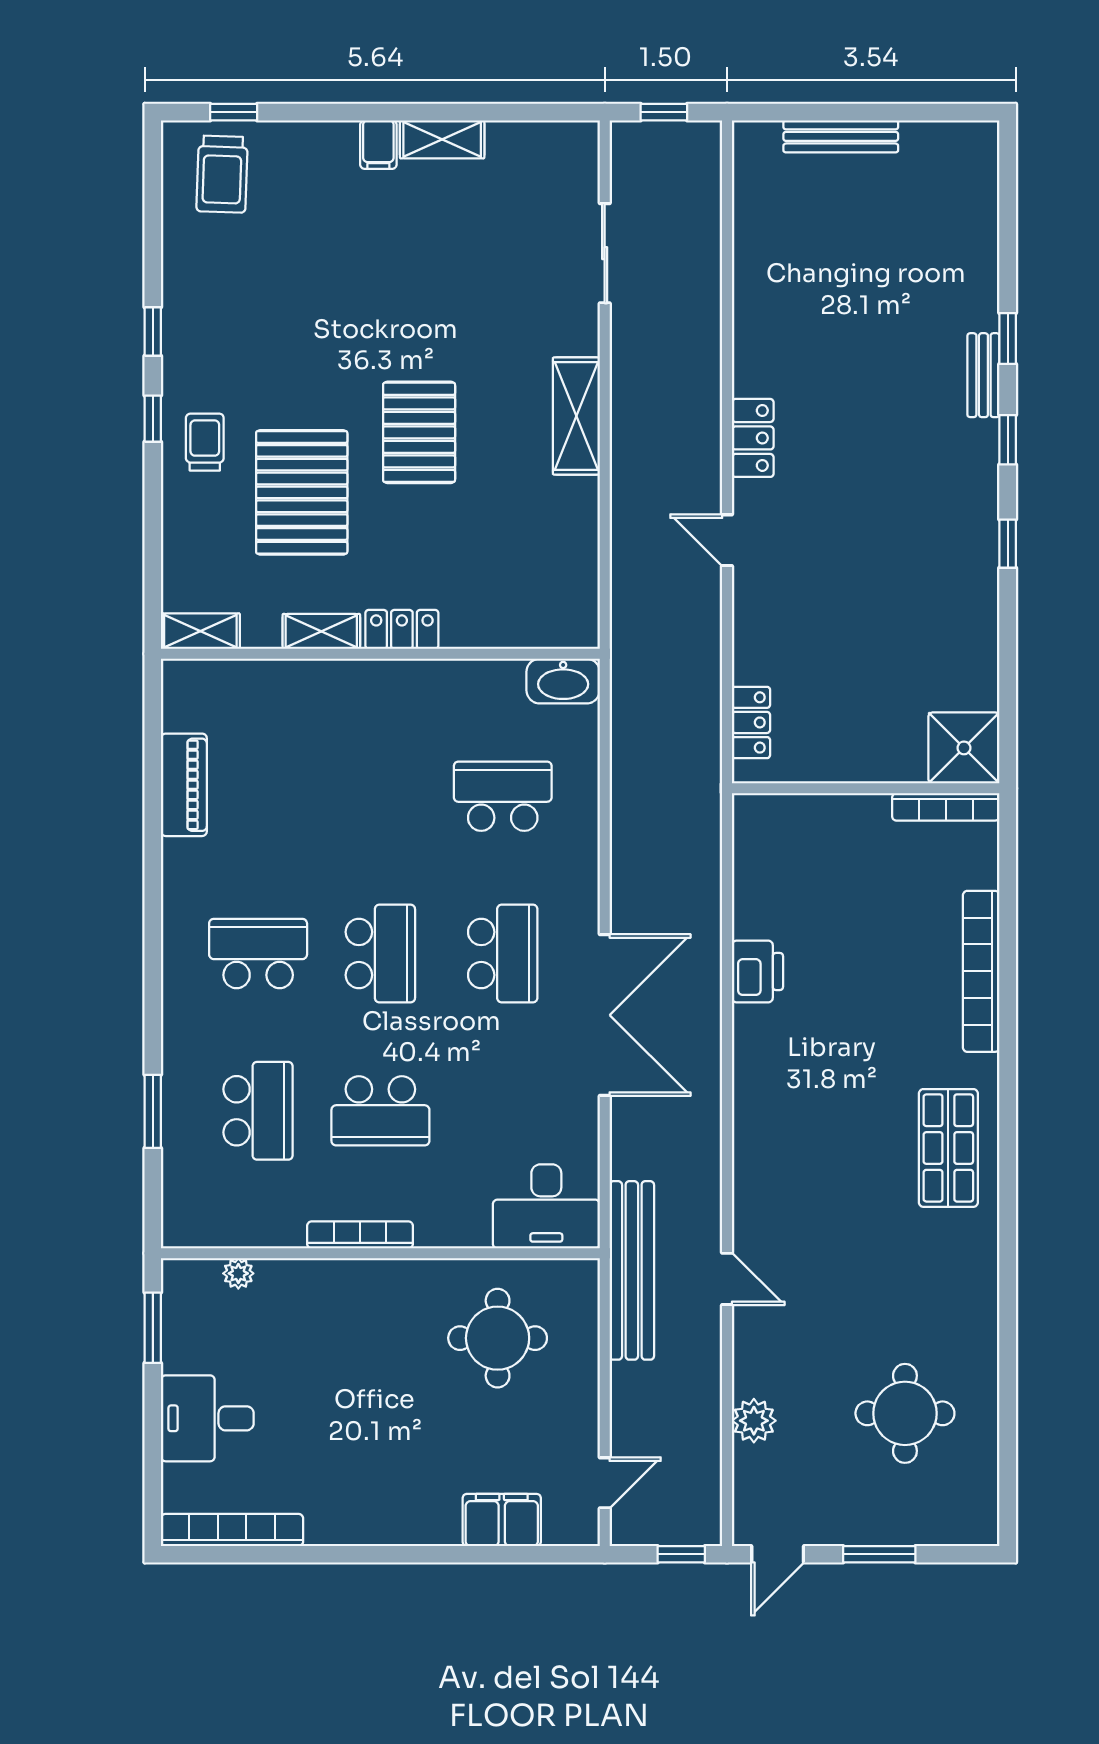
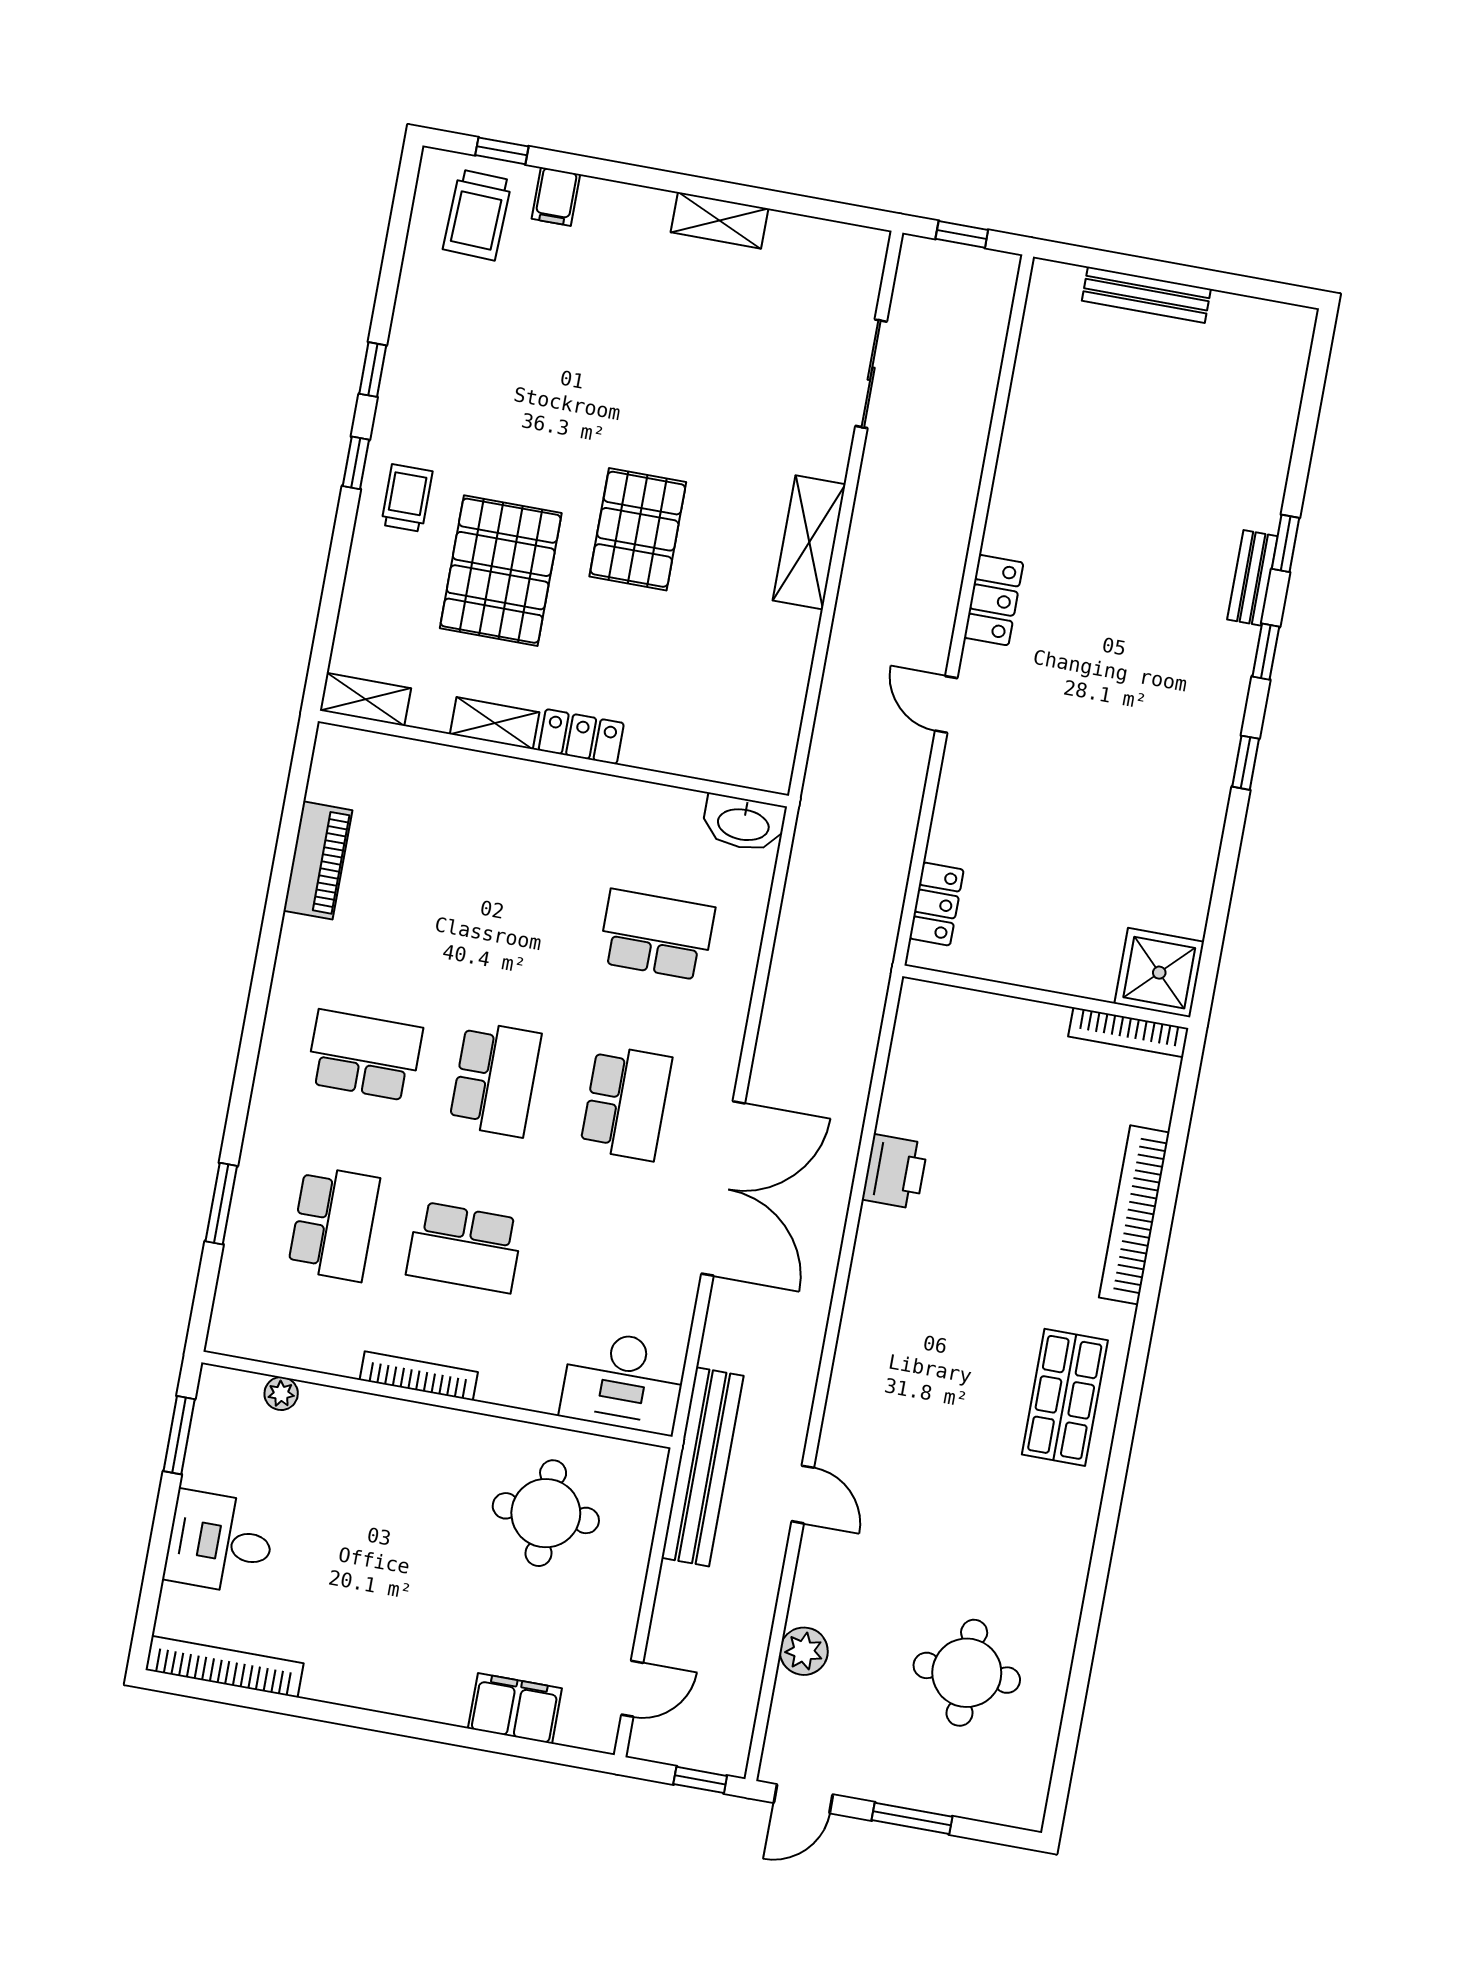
filing cabinet: (378, 145) -> (556, 197), moved

